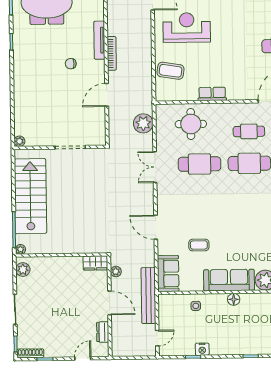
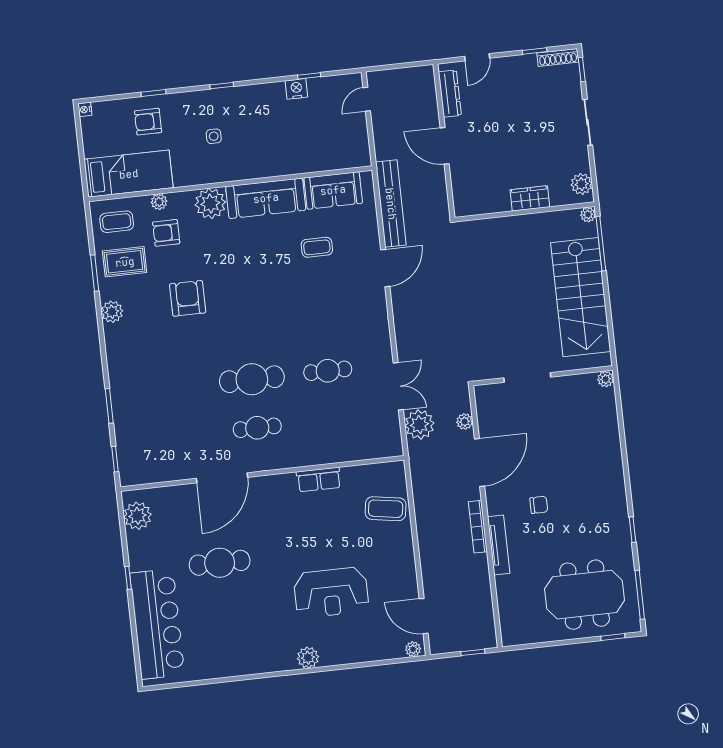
reception desk: (187, 28) -> (331, 592), moved
door: (107, 95) -> (479, 463), width x1.36
round table: (191, 124) -> (347, 431), removed
cafe table: (199, 164) -> (328, 371), width x0.73, depth x0.74
double door: (155, 167) -> (398, 386), moved
door: (156, 227) -> (385, 268), hinge flipped
wardrobe: (95, 263) -> (530, 198), moved
plant: (116, 272) -> (465, 422), moved
sofa: (168, 274) -> (333, 190), moved, turned -90
bench: (148, 296) -> (391, 204), moved
floor lamp: (234, 299) -> (256, 170), removed
side table: (196, 306) -> (214, 136), moved
dresser: (103, 332) -> (450, 94), width x1.44

